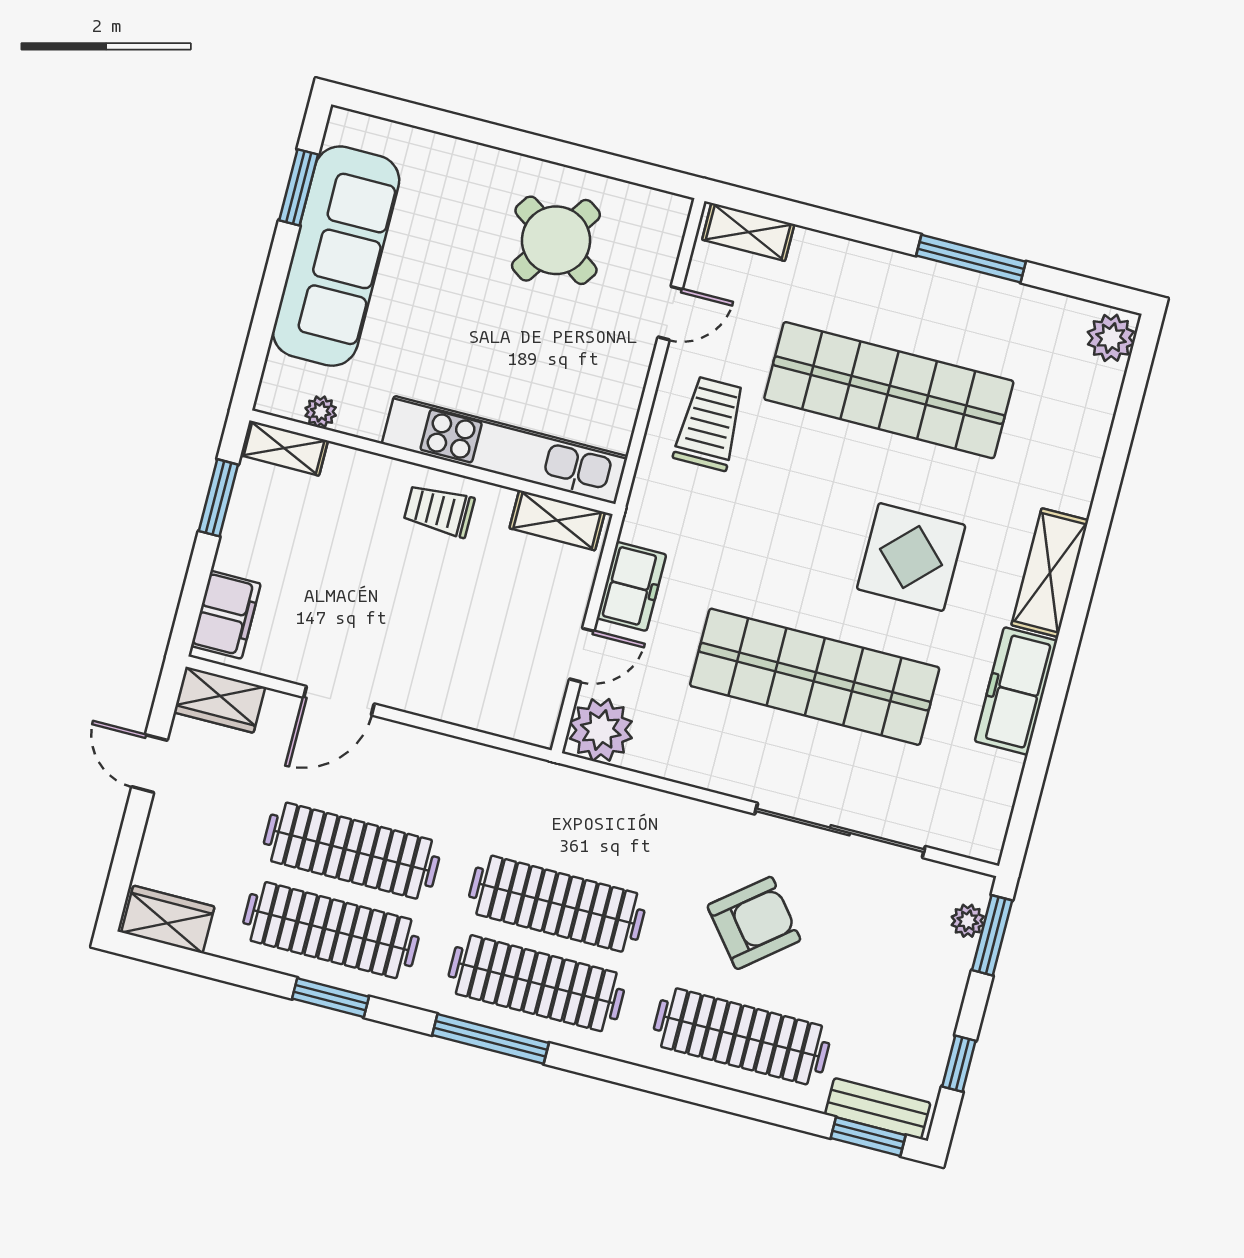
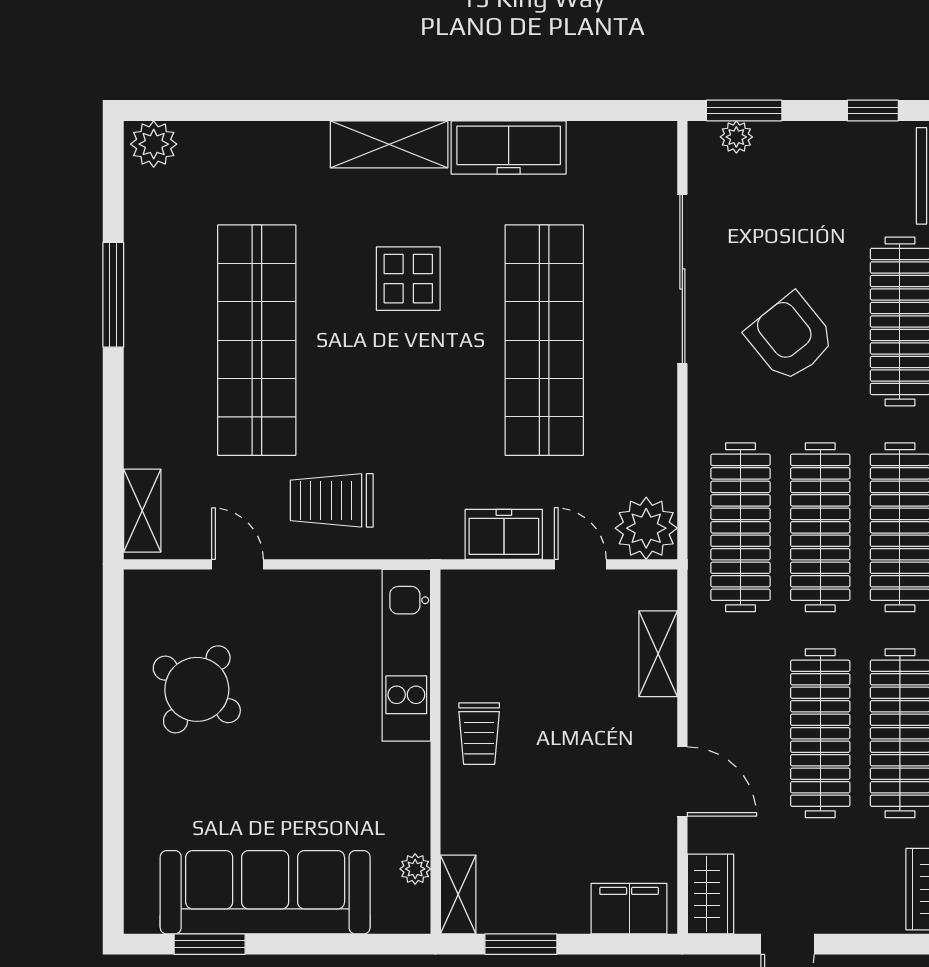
kitchen unit: (505, 450) -> (406, 655), width x0.73
shelving: (557, 520) -> (658, 654), moved
display table: (911, 557) -> (408, 279), width x0.73, depth x0.73
clothes rail: (577, 824) -> (740, 527), added

